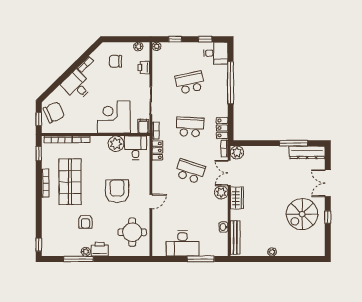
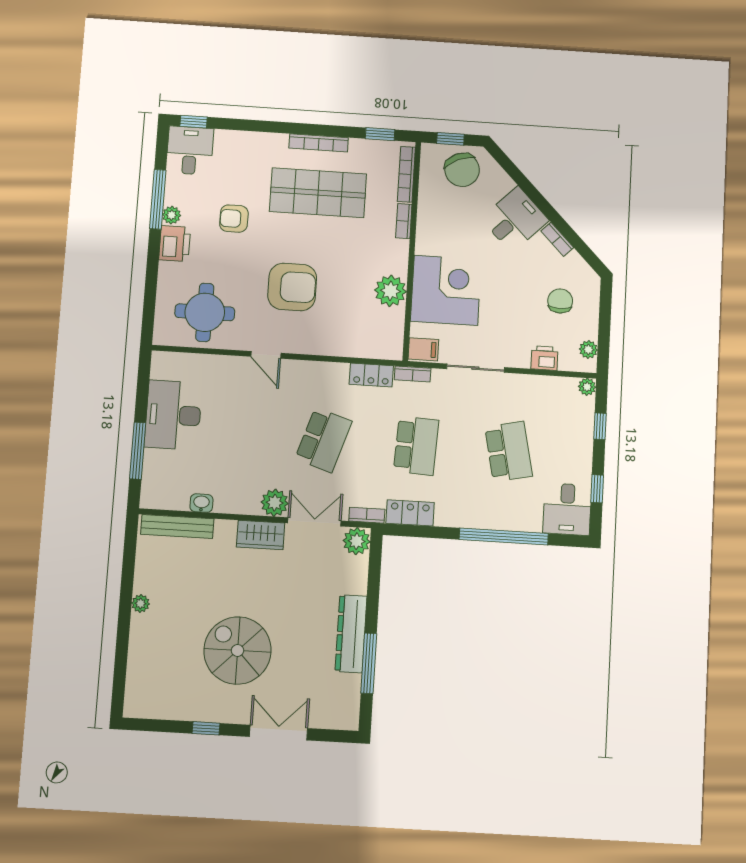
desk: (135, 148) -> (190, 150), moved, turned -90
dresser: (307, 152) -> (351, 634), moved
spiral stairs: (302, 214) -> (238, 650), moved

